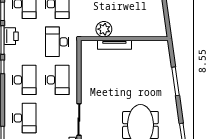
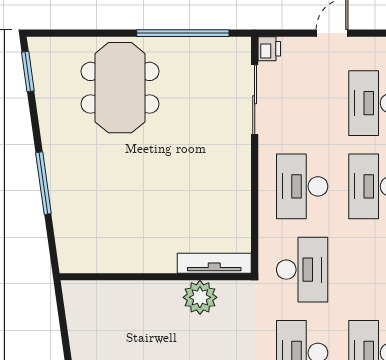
tv unit: (114, 45) -> (214, 263), moved

